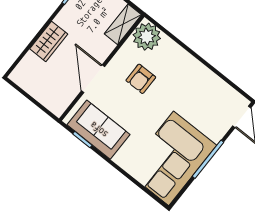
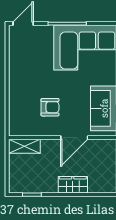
plant: (147, 37) -> (20, 125), removed

